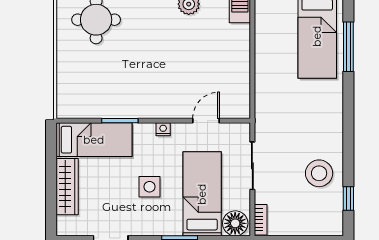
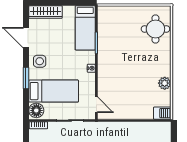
door: (206, 121) -> (96, 105), moved
wardrobe: (67, 187) -> (45, 12), moved
side table: (150, 187) -> (40, 61), moved

